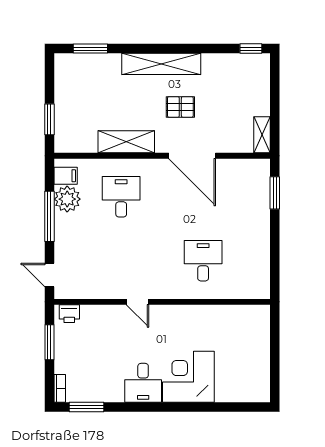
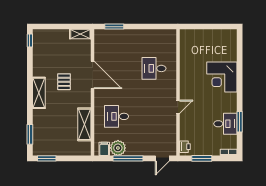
shelving: (161, 64) -> (39, 93), width x0.68
window: (49, 119) -> (47, 158), moved
shelving: (126, 142) -> (84, 124), moved
door: (192, 156) -> (93, 75), hinge flipped
desk: (143, 383) -> (225, 124), moved
window: (86, 407) -> (240, 122), moved

